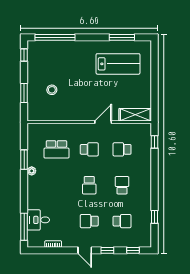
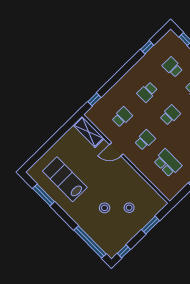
stool: (69, 72) -> (105, 208), added
school desk: (89, 149) -> (145, 140), turned 90
school desk: (122, 149) -> (122, 117), turned -90

